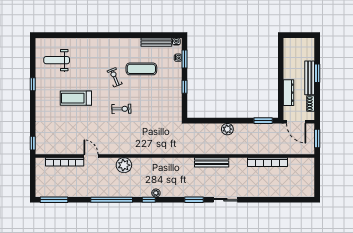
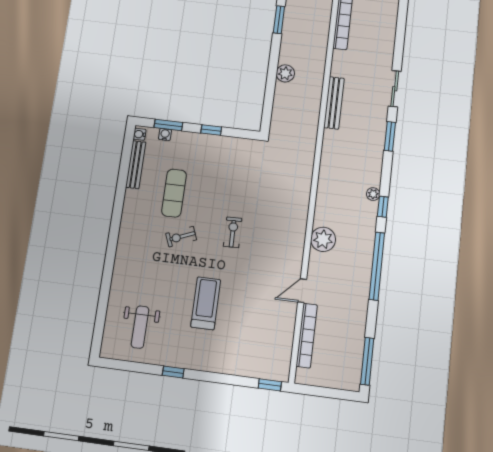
treadmill: (76, 98) -> (206, 303), turned 180

